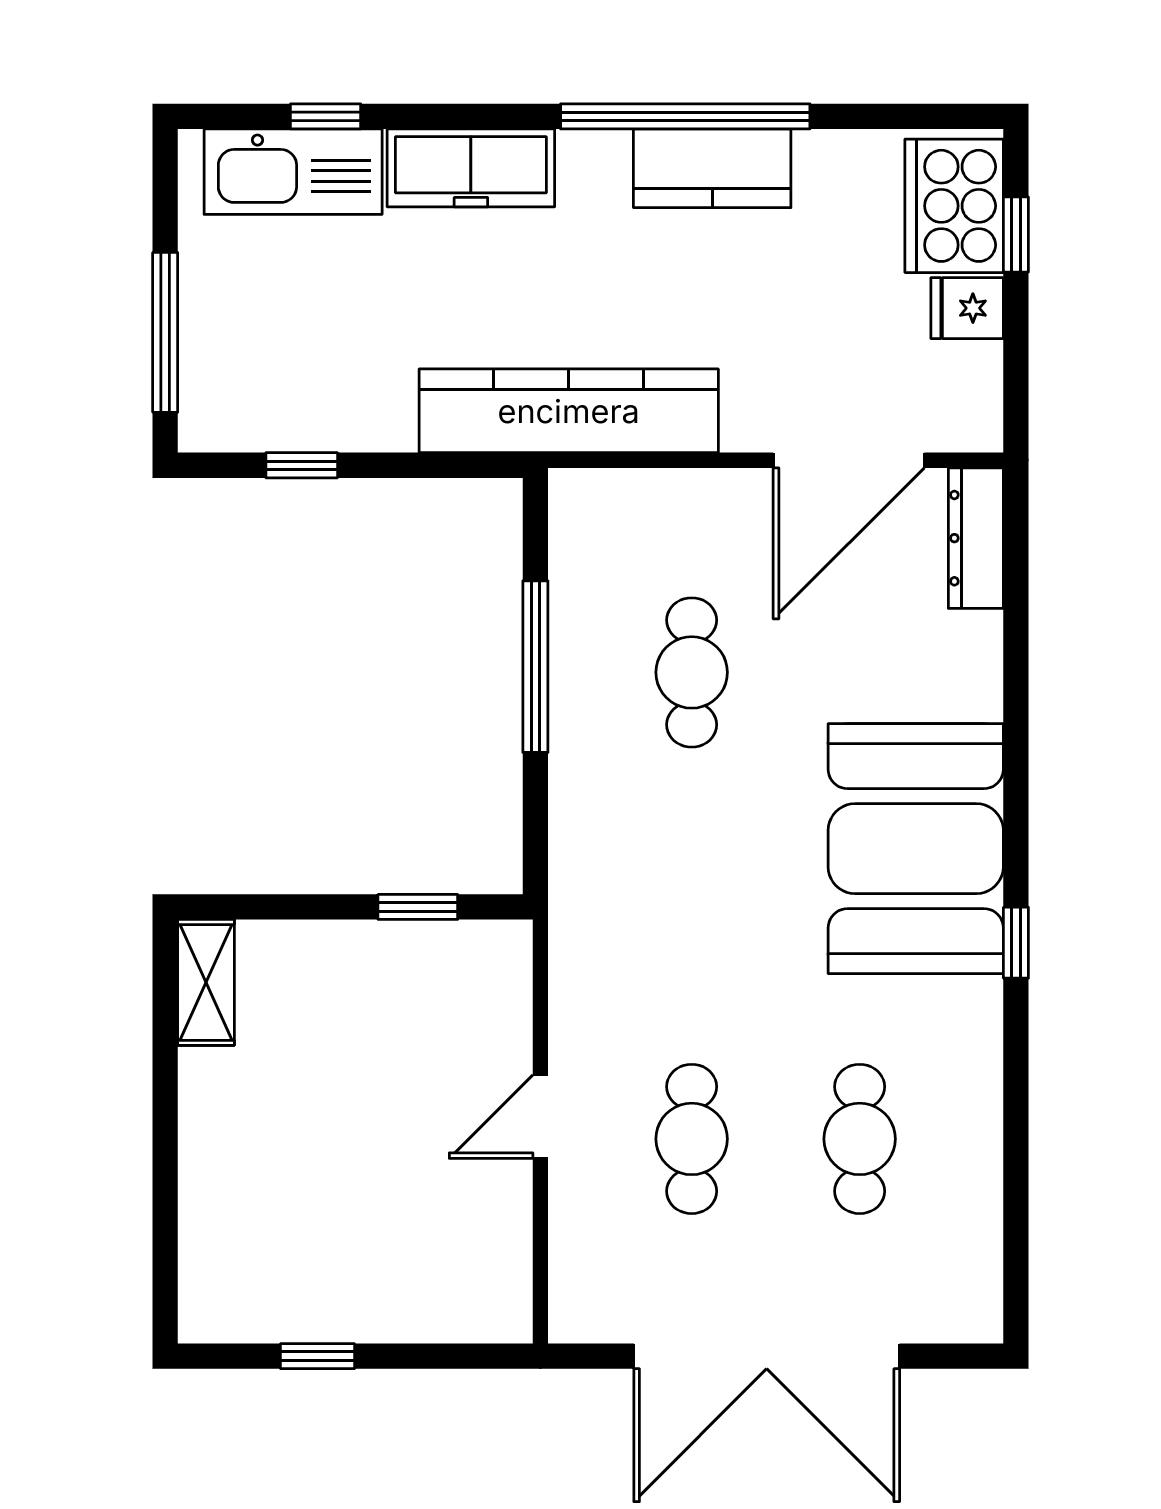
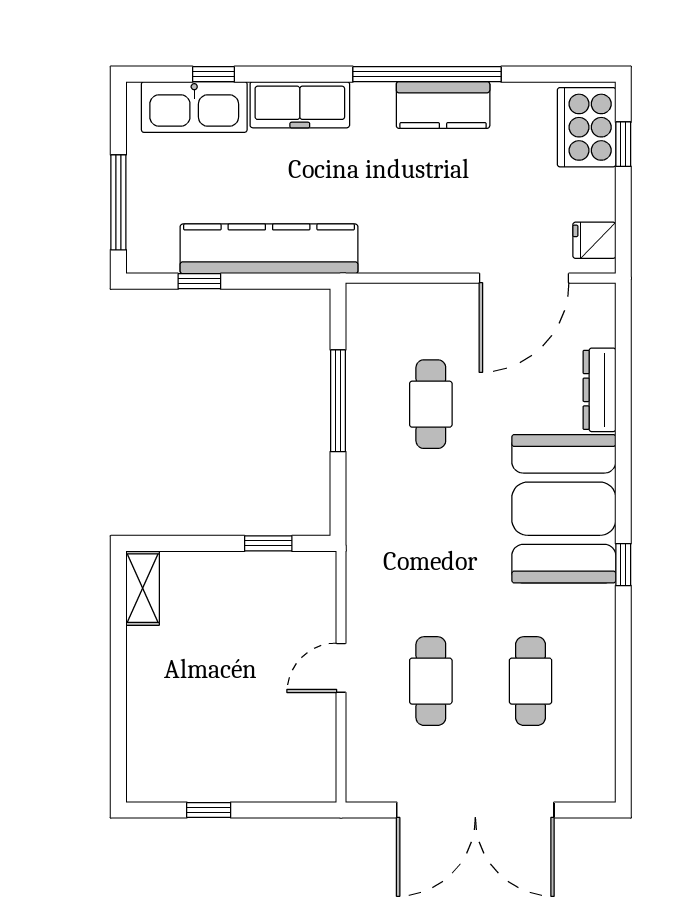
fridge: (967, 308) -> (594, 240), moved
kitchen counter: (569, 411) -> (269, 249), moved
dresser: (976, 538) -> (599, 390), moved

